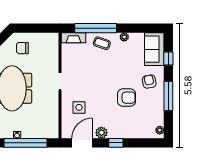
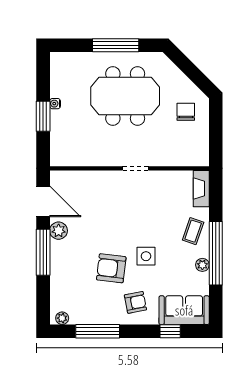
window: (96, 28) -> (216, 253), moved
window: (168, 96) -> (98, 331), moved
armchair: (126, 98) -> (111, 268), turned 97
side table: (79, 107) -> (146, 256), moved
window: (25, 143) -> (43, 116), width x0.47
window: (116, 143) -> (43, 252), width x2.17

